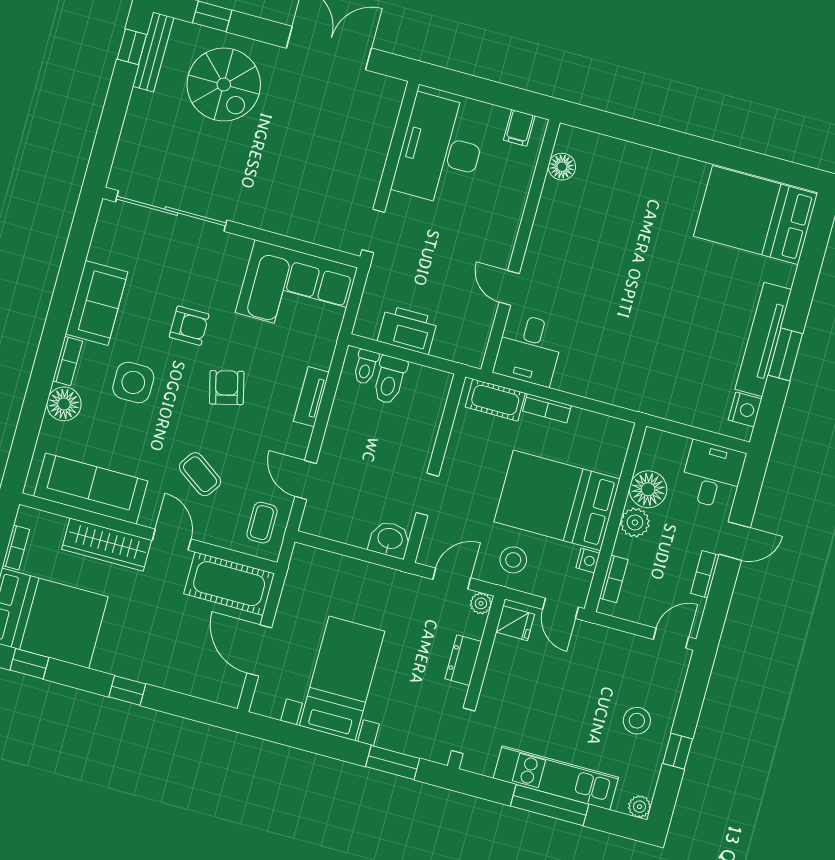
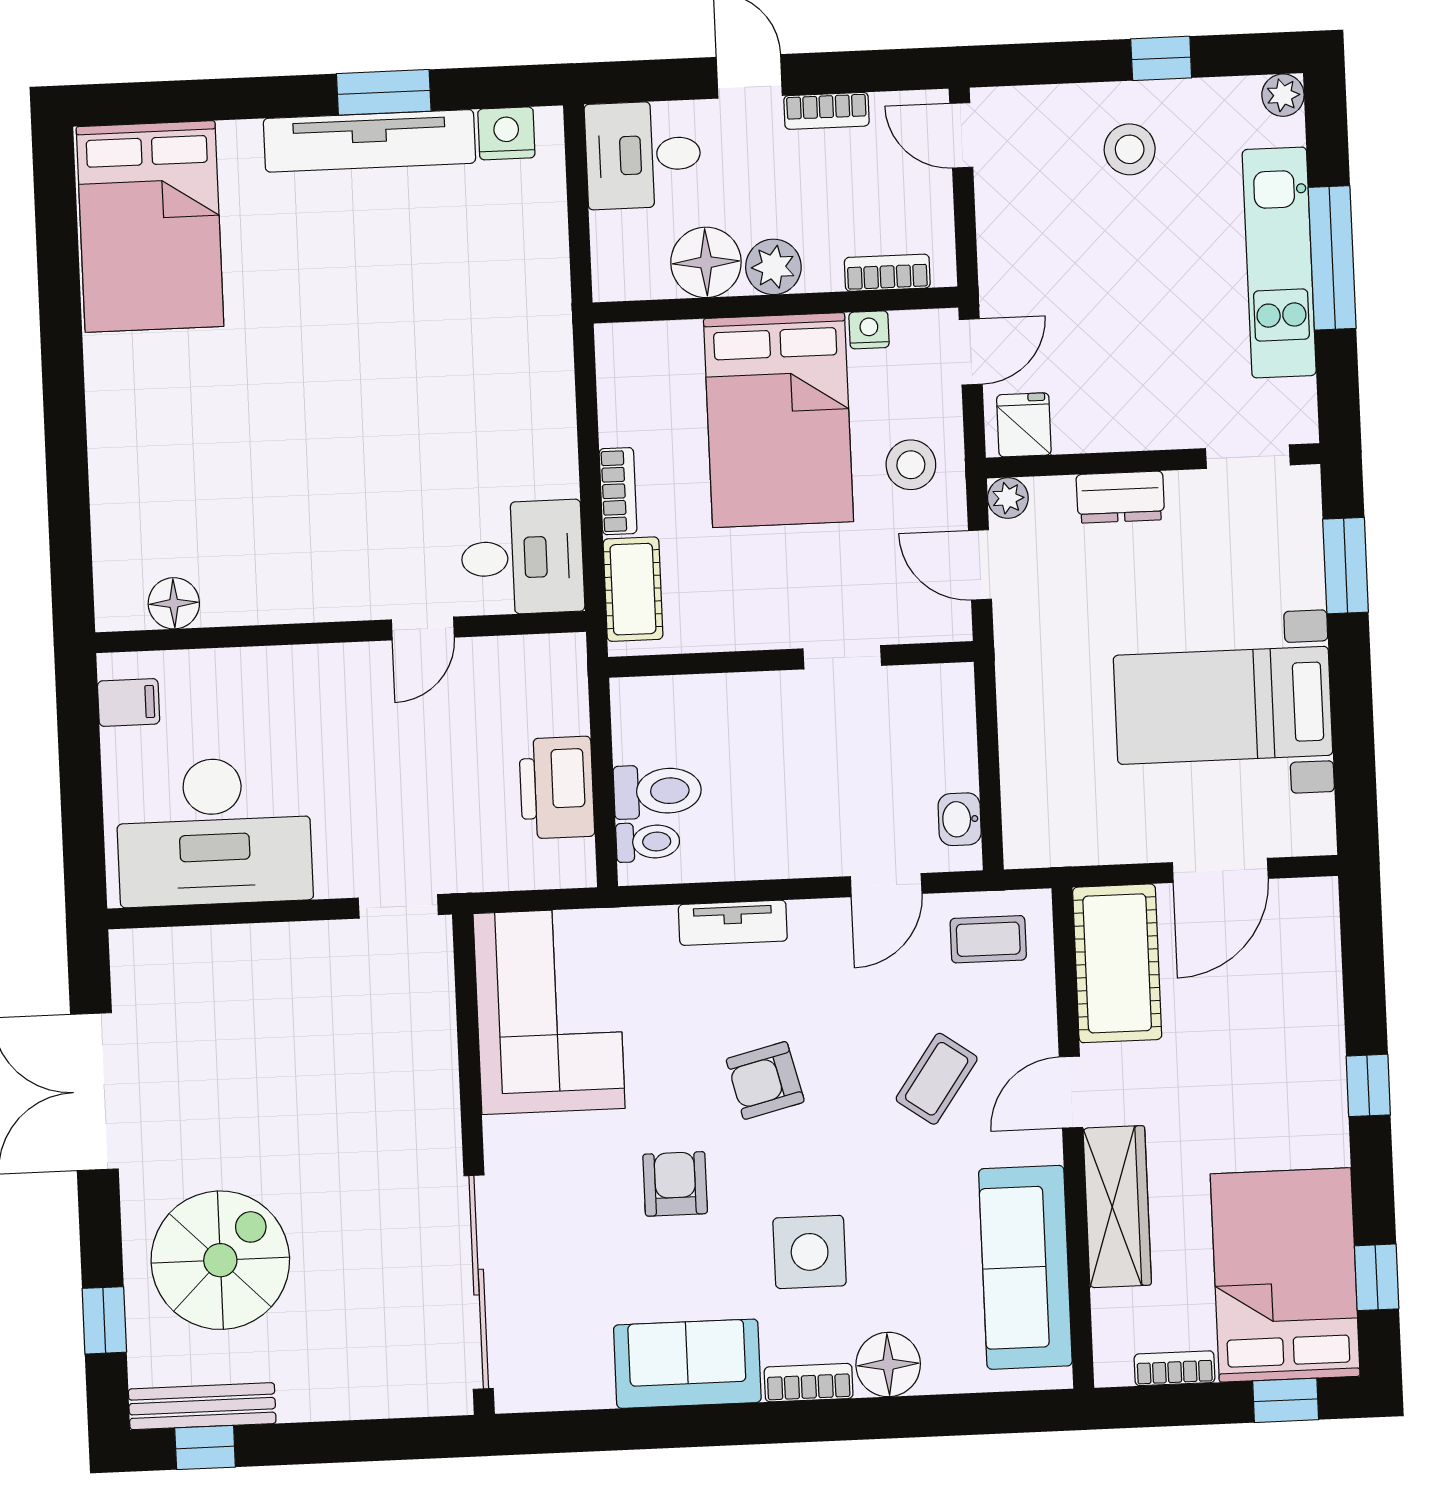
washbasin: (390, 539) -> (960, 819), moved, width x0.72, depth x0.69

